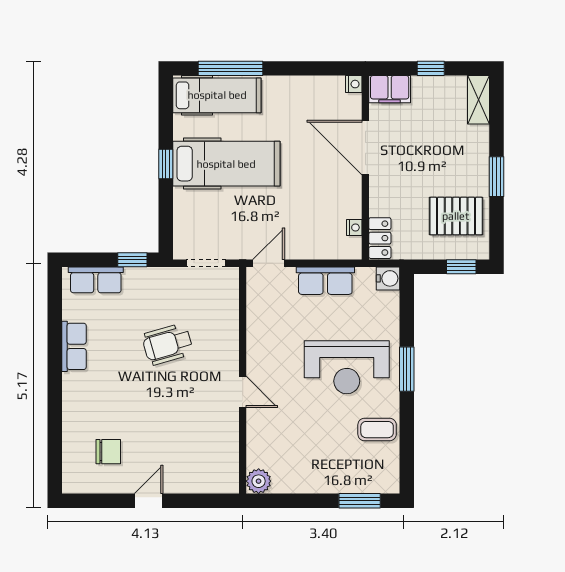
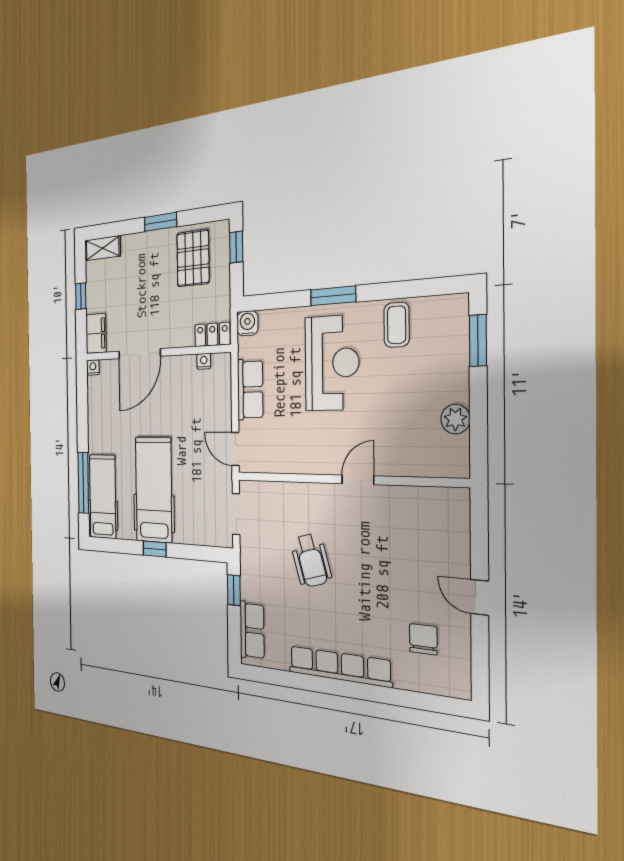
row of seats: (74, 346) -> (340, 666), width x2.02
plant: (259, 481) -> (455, 419), moved

